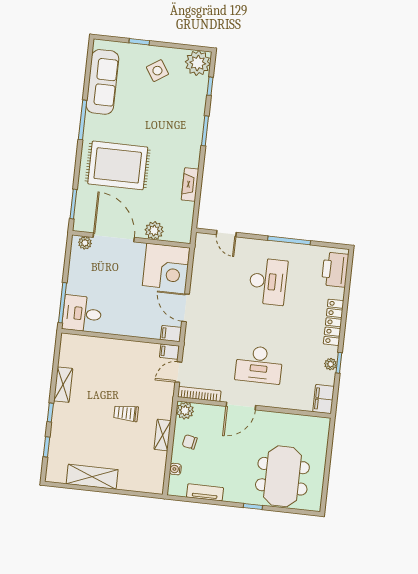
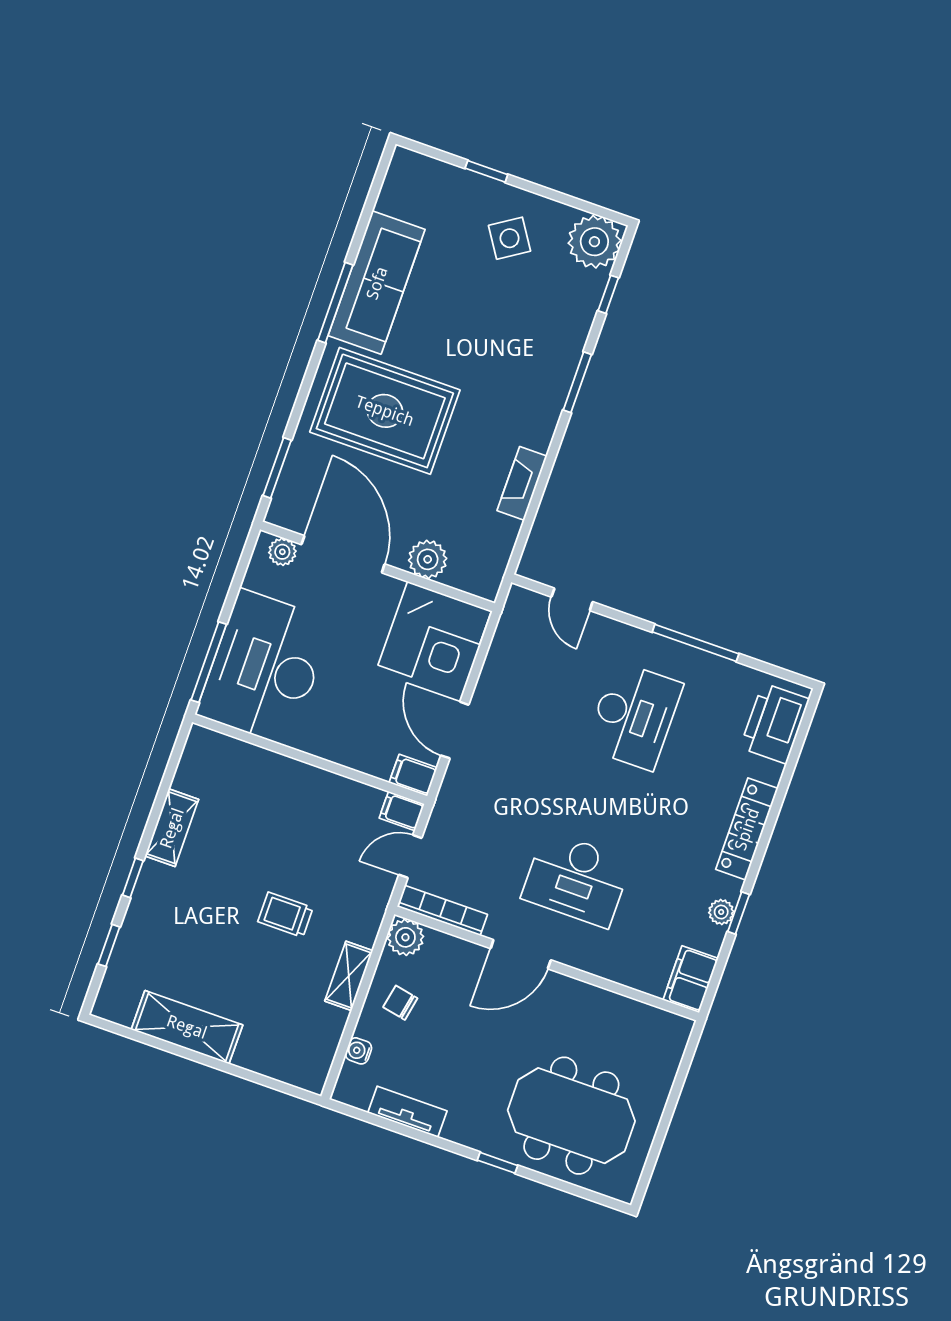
sofa: (102, 82) -> (377, 283), moved
desk: (82, 314) -> (265, 668), width x1.87, depth x1.30
meeting table: (282, 476) -> (571, 1116), turned 90

